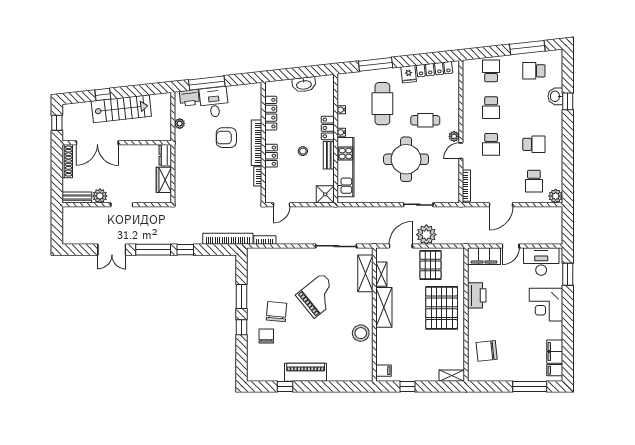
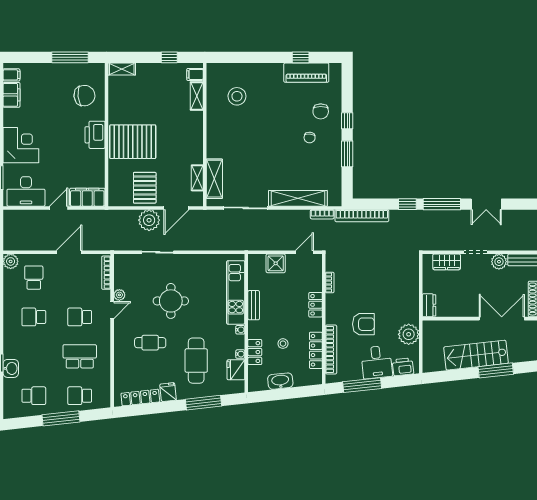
window: (527, 48) -> (61, 418), moved
school desk: (491, 71) -> (80, 396), turned 90
window: (207, 83) -> (362, 385), moved
window: (103, 94) -> (496, 370), width x2.17
fridge: (345, 95) -> (236, 370), added
school desk: (491, 108) -> (80, 356), width x1.85
plant: (180, 124) -> (409, 334), width x1.87, depth x1.87
locker: (328, 128) -> (255, 352), moved
plant: (454, 136) -> (119, 295), moved
bookcase: (257, 143) -> (331, 349), moved
school desk: (491, 144) -> (80, 317), turned -90
stool: (303, 151) -> (283, 344), moved
round table: (406, 159) -> (171, 301), width x0.73, depth x0.73
wardrobe: (164, 180) -> (447, 262), moved, turned 90
shower: (325, 194) -> (276, 263), moved
double door: (112, 250) -> (486, 204), swing flipped
shelving: (287, 255) -> (298, 198), added
printer: (477, 295) -> (95, 135), moved
grand piano: (319, 296) -> (265, 155), removed
shelving: (384, 307) -> (197, 96), moved, width x0.67, depth x0.75
pallet: (442, 308) -> (133, 142), turned 90
chair: (277, 312) -> (310, 138), width x0.54, depth x0.54
stool: (361, 333) -> (237, 96), moved
piano: (306, 372) -> (306, 73), moved
window: (530, 387) -> (70, 57), moved

